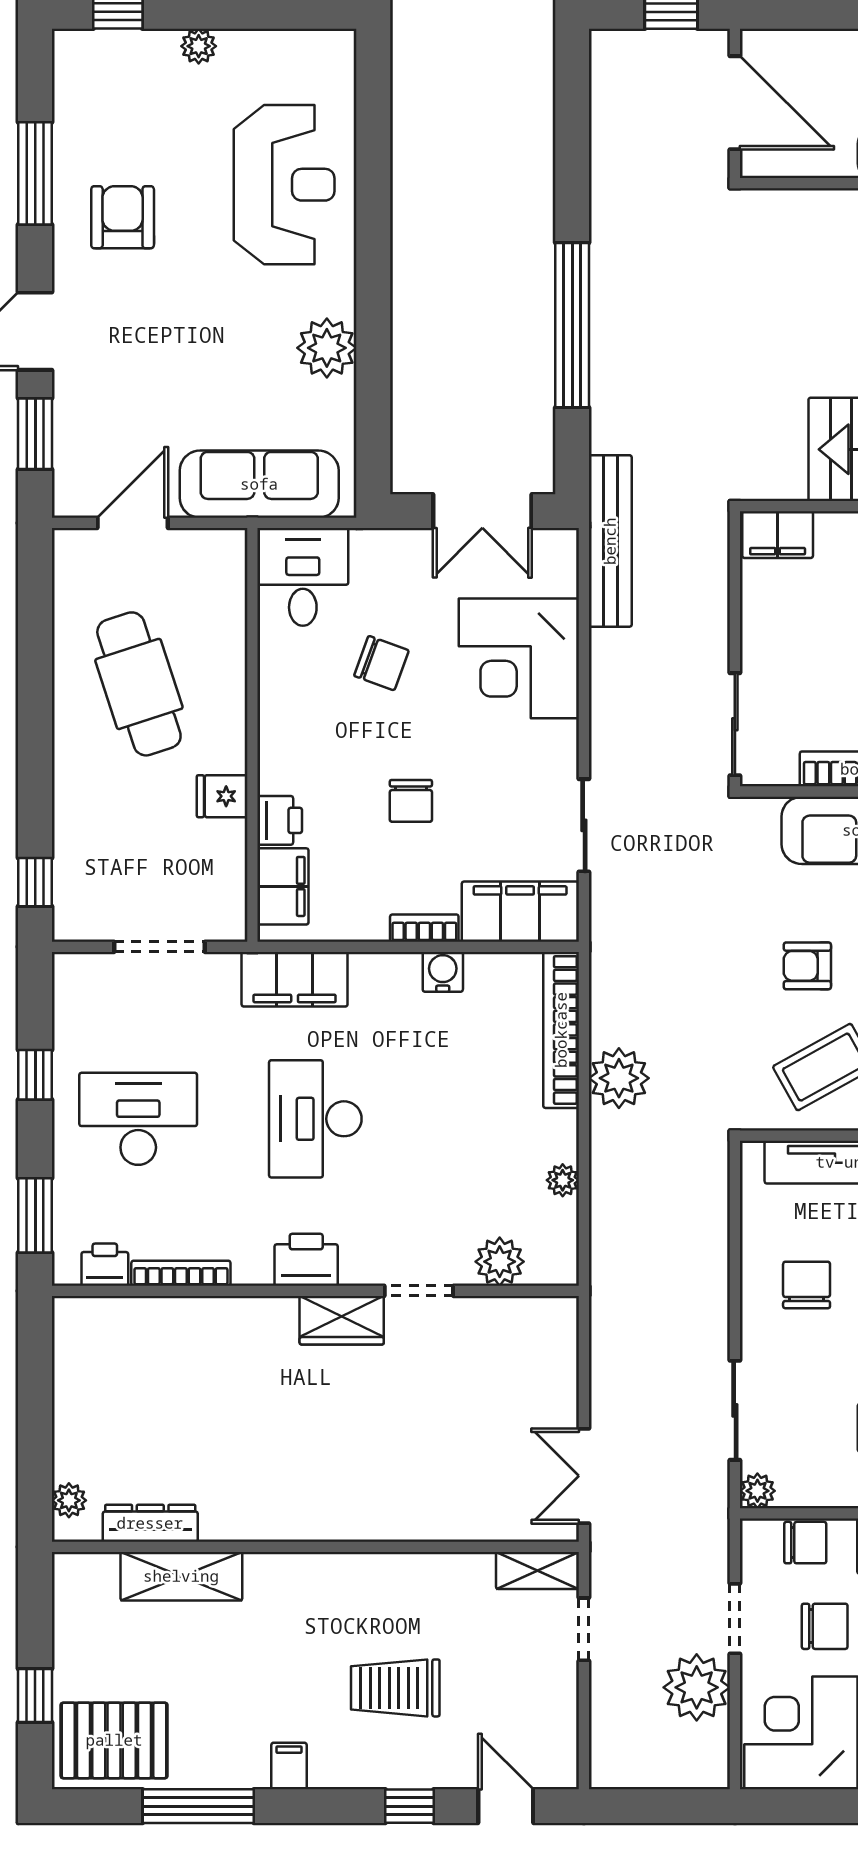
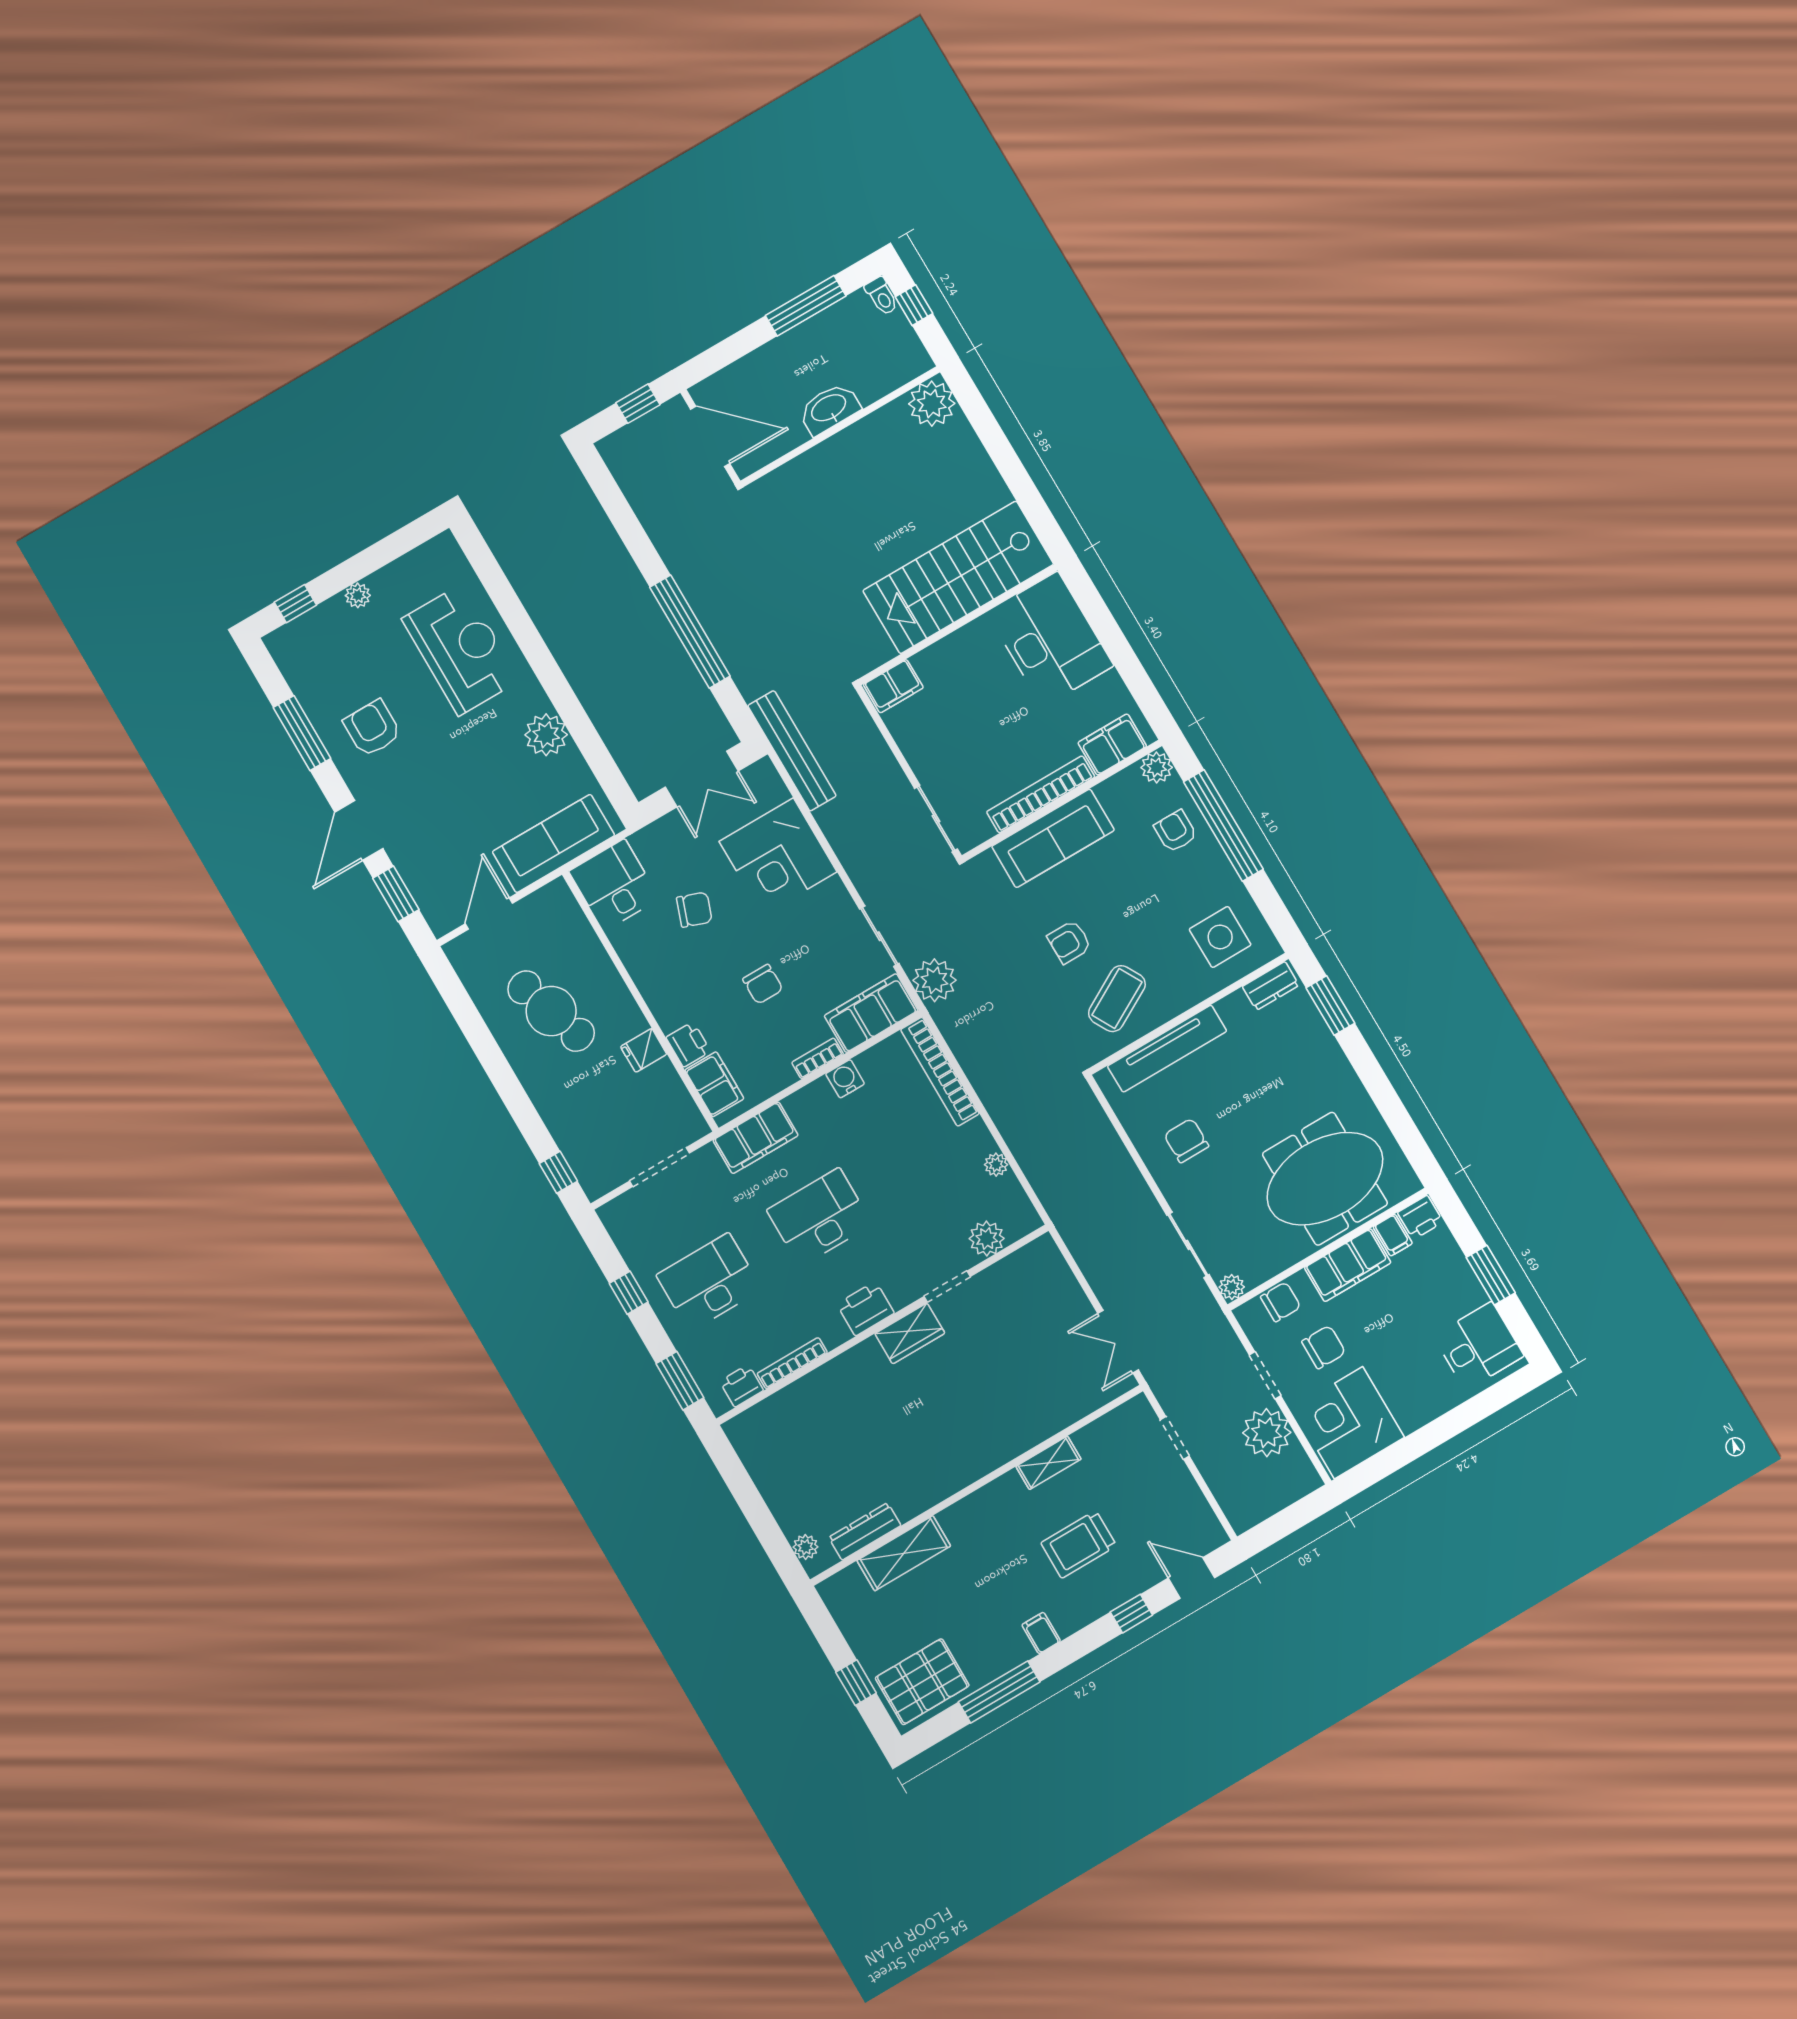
plant: (619, 1078) -> (934, 980), moved
desk: (315, 1119) -> (819, 1217), turned 90
shelving: (538, 1570) -> (1048, 1463), moved

